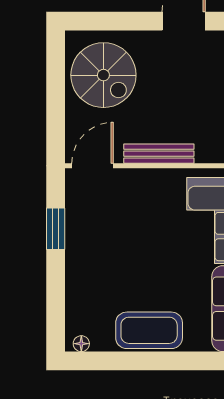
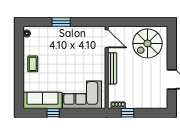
window: (56, 229) -> (61, 22), moved
coffee table: (149, 330) -> (33, 64), width x0.54, depth x0.58

